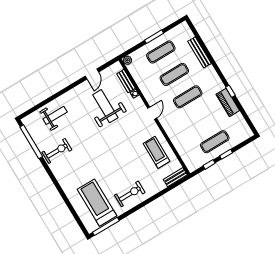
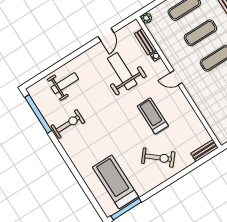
door: (152, 113) -> (176, 78), swing flipped
treadmill: (157, 152) -> (153, 116), moved
exercise bike: (130, 194) -> (158, 158), moved, turned 40

